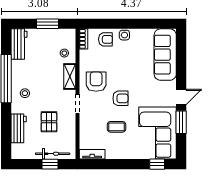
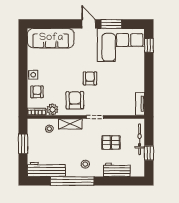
workbench: (19, 44) -> (46, 169), width x1.38
plant: (86, 57) -> (52, 109), added
armchair: (96, 82) -> (75, 100), turned 89
coffee table: (116, 127) -> (115, 82), removed
window: (50, 164) -> (149, 153), moved

